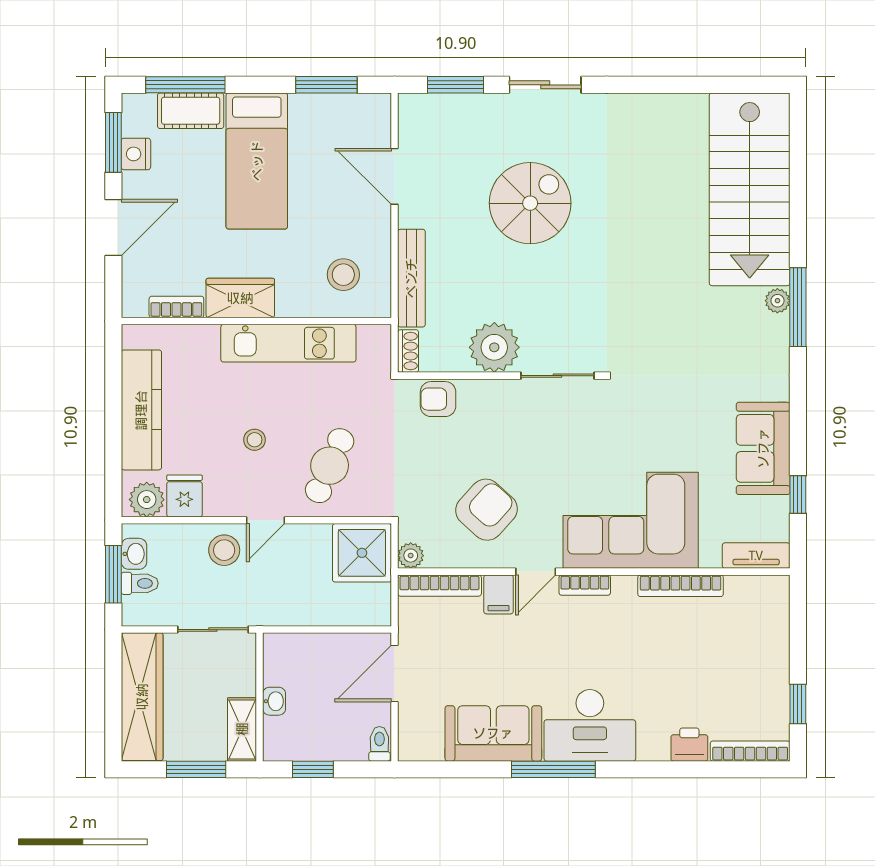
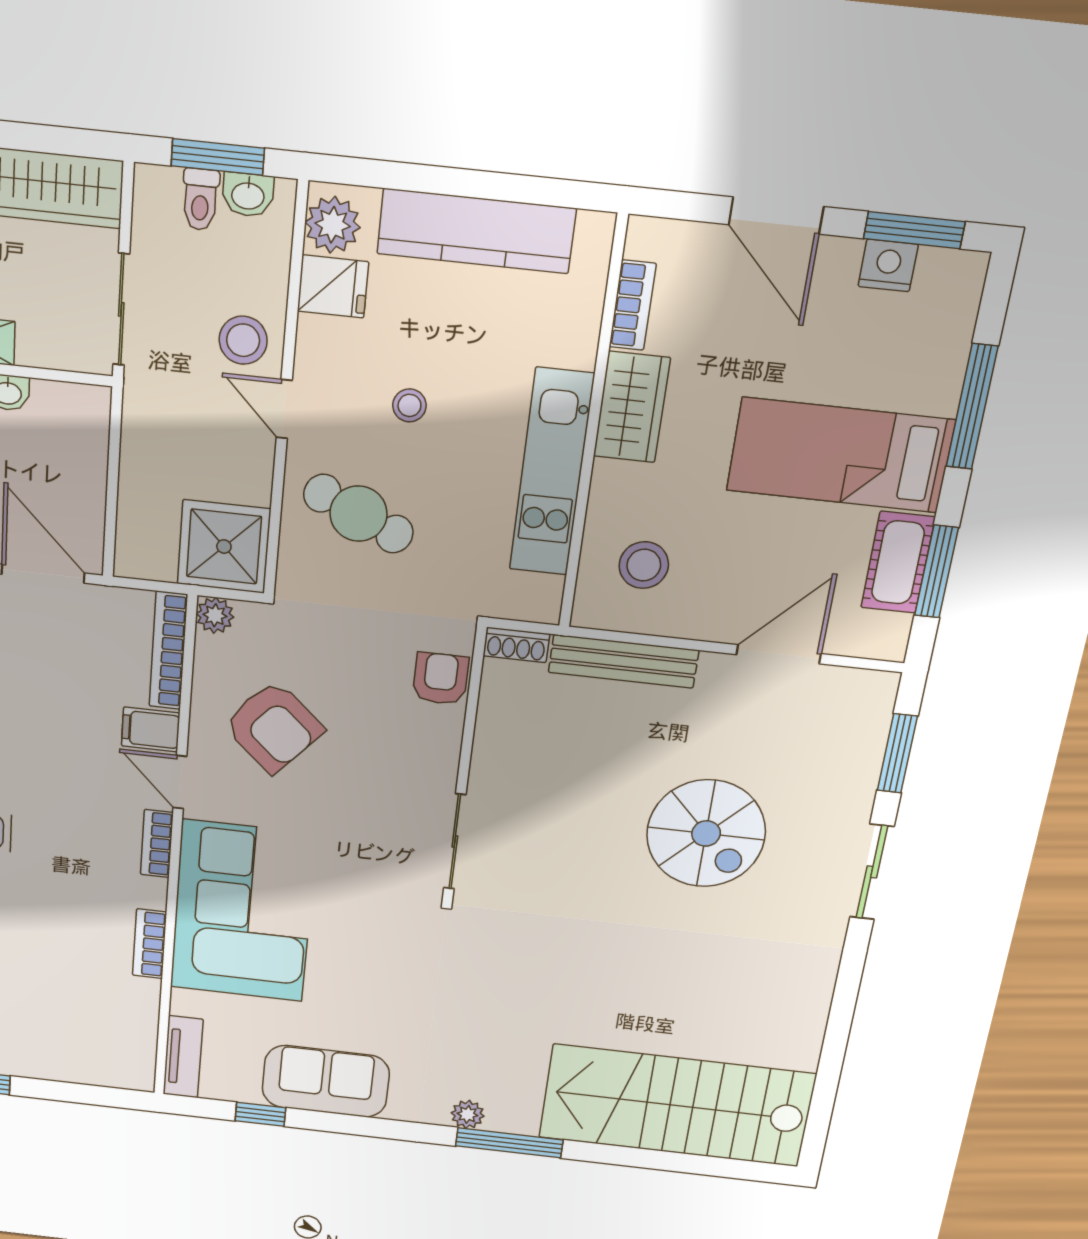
window: (185, 85) -> (972, 407), moved
cot: (191, 111) -> (898, 562), moved
plant: (777, 301) -> (468, 1114), moved
plant: (494, 347) -> (506, 763), removed
bookcase: (681, 586) -> (150, 944), width x0.64

